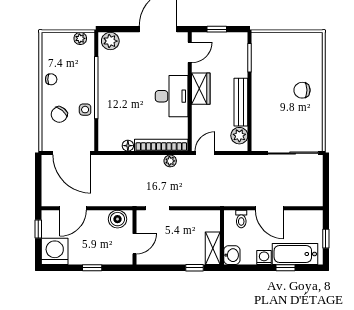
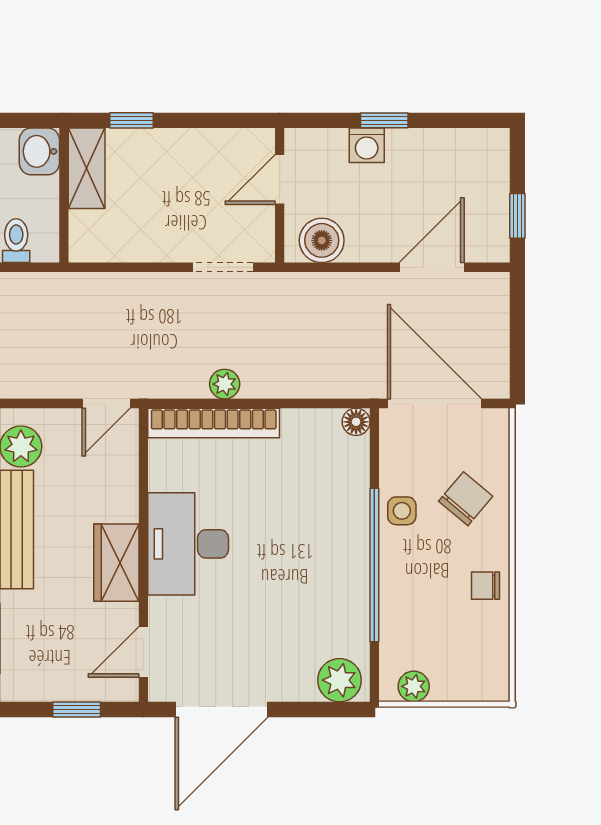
floor lamp: (128, 146) -> (356, 422), moved
plant: (170, 161) -> (225, 384), moved
washing machine: (55, 251) -> (367, 145), moved, width x0.53, depth x0.53

